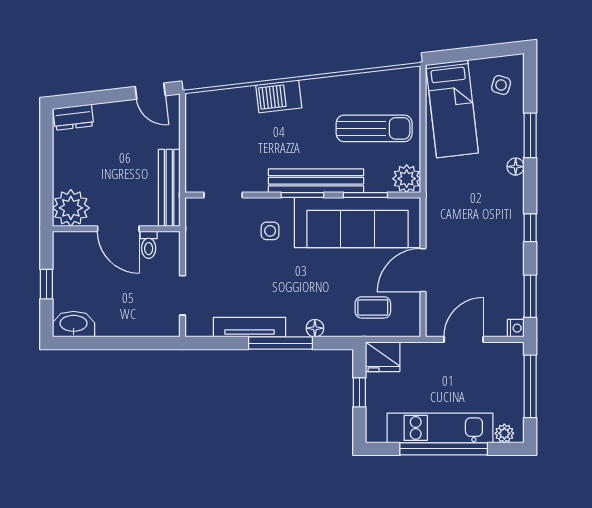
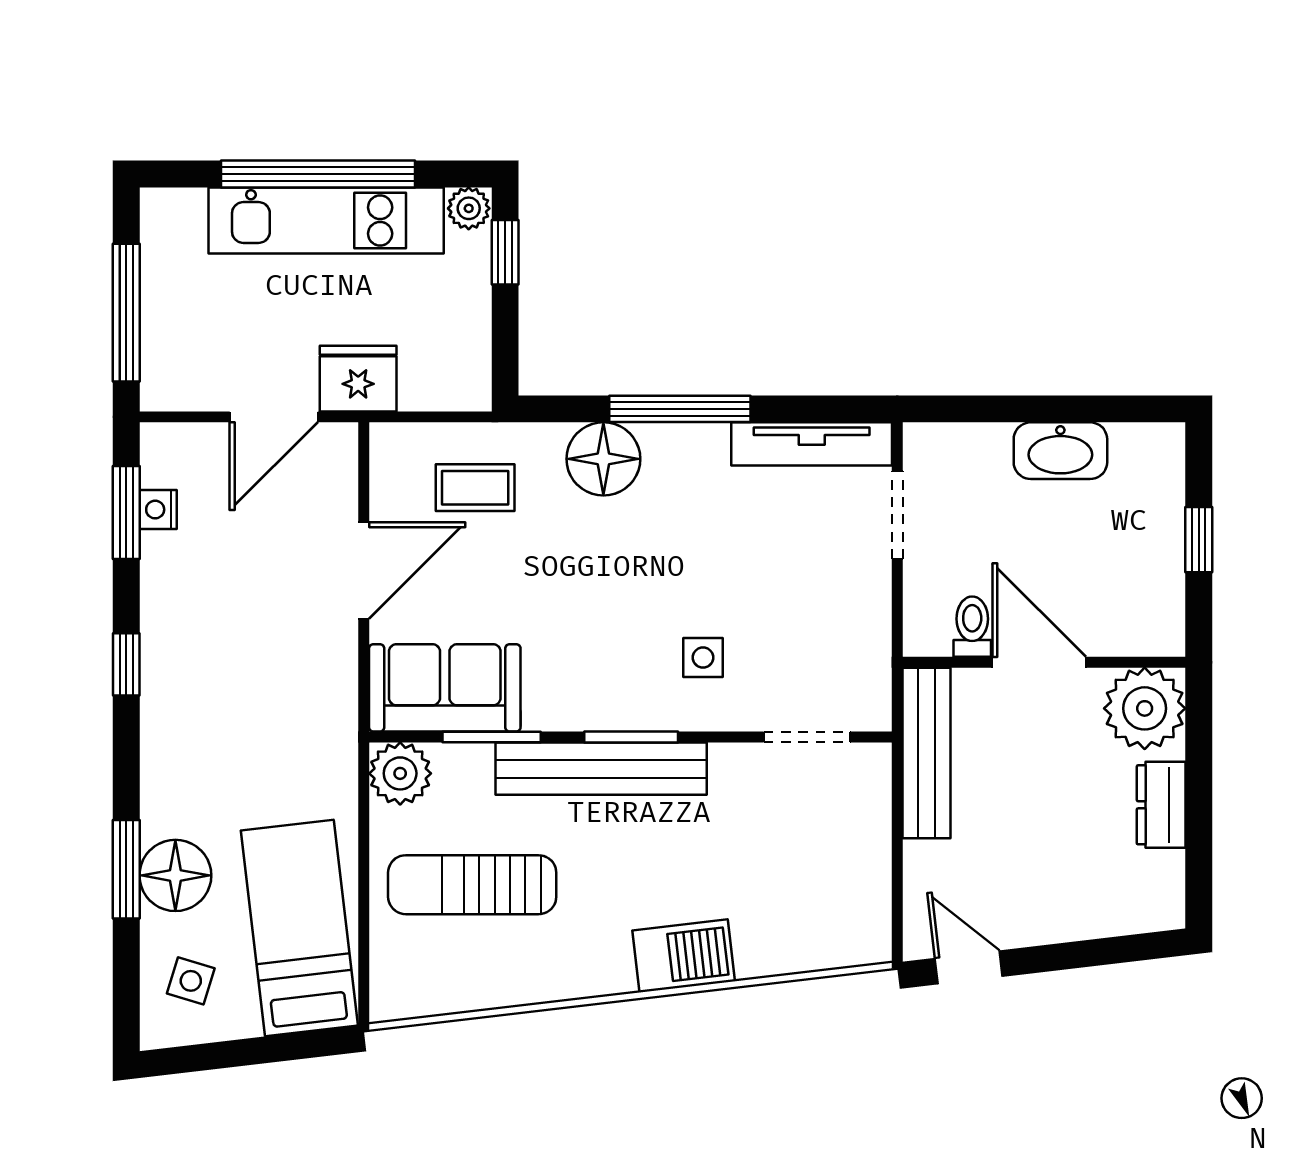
dresser: (73, 117) -> (1161, 805), moved, turned -83
floor lamp: (516, 167) -> (175, 875), moved, width x1.89, depth x1.89
sofa: (357, 222) -> (445, 688), width x0.54, depth x0.79
washbasin: (74, 324) -> (1060, 451), moved
tv unit: (249, 327) -> (812, 444), moved
floor lamp: (315, 328) -> (603, 459), width x1.89, depth x1.89
nightstand: (516, 328) -> (158, 510), moved
fridge: (383, 357) -> (358, 379), moved
window: (359, 392) -> (505, 252), moved
plant: (504, 433) -> (469, 208), moved

